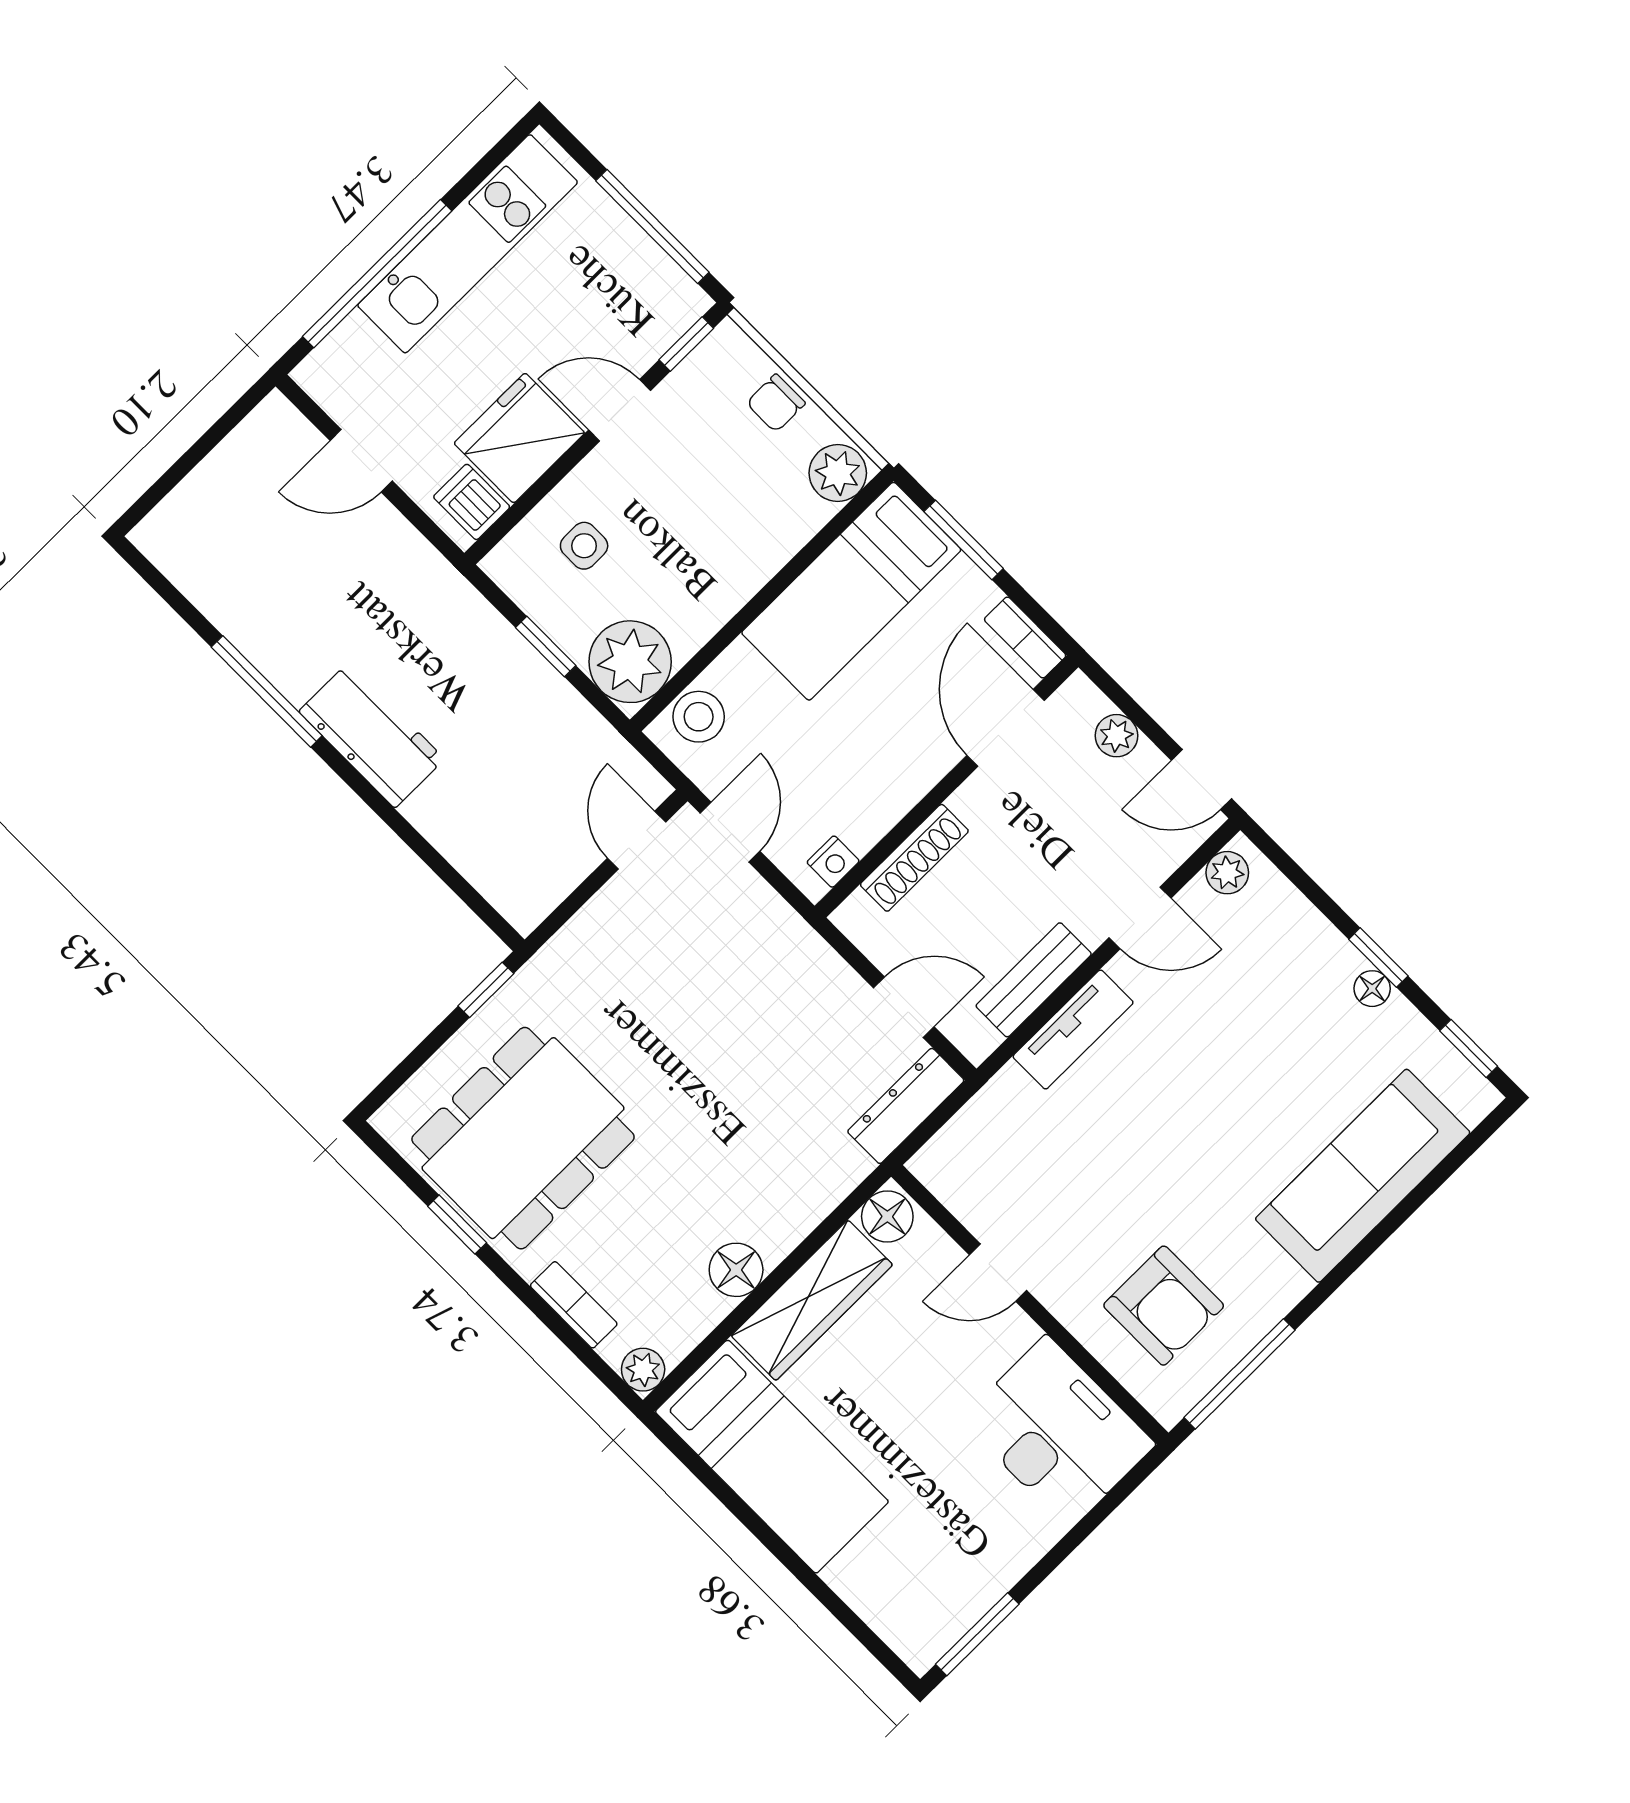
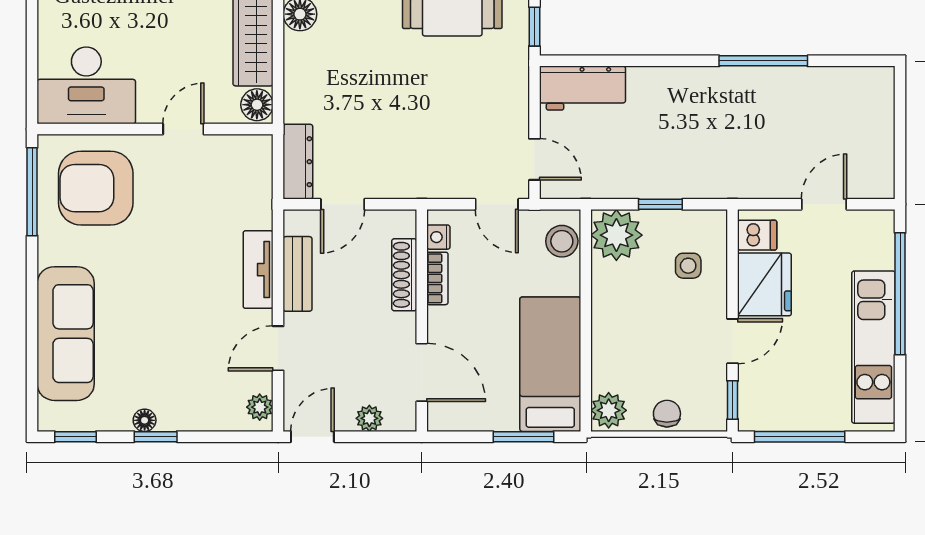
bookcase: (1025, 637) -> (437, 278), moved, turned 90
workbench: (372, 735) -> (582, 88), moved
armchair: (1164, 1306) -> (96, 188), width x1.36, depth x1.36

